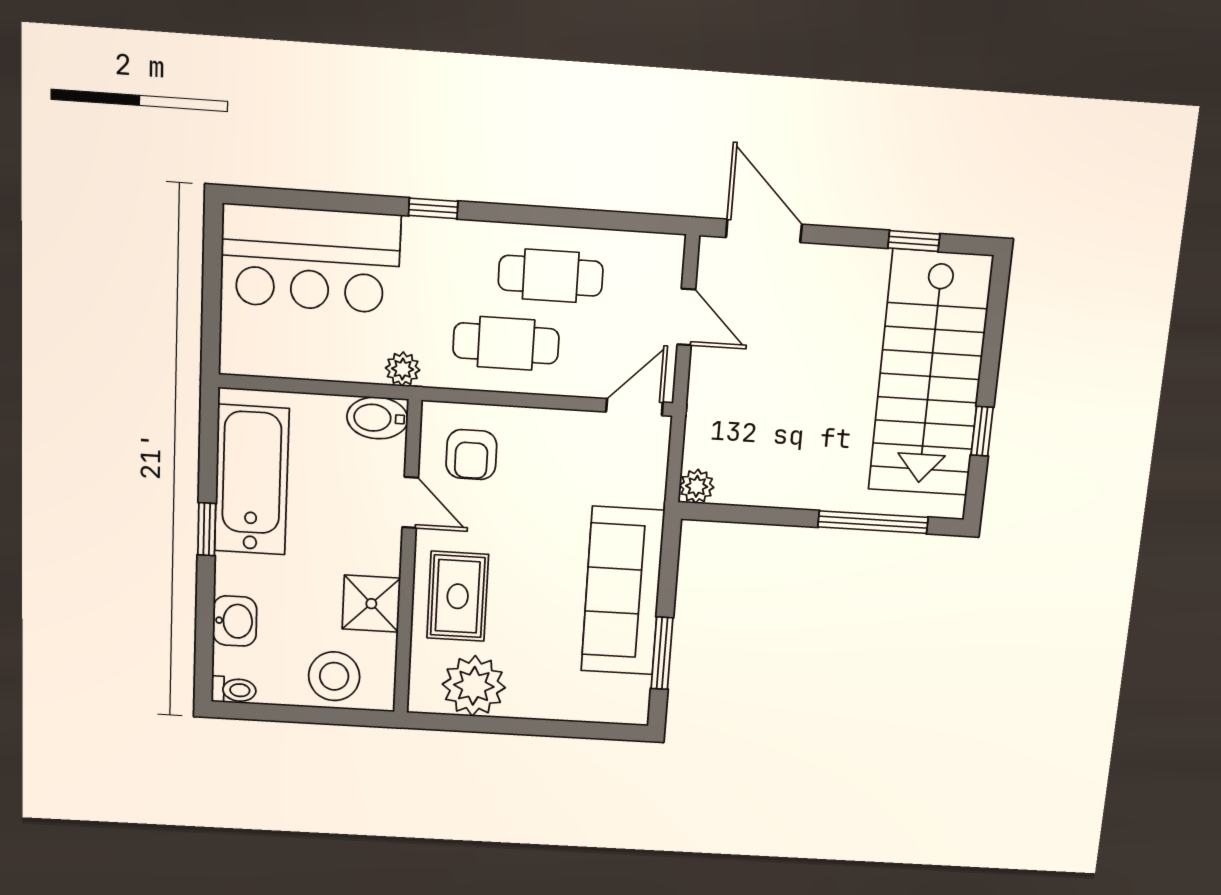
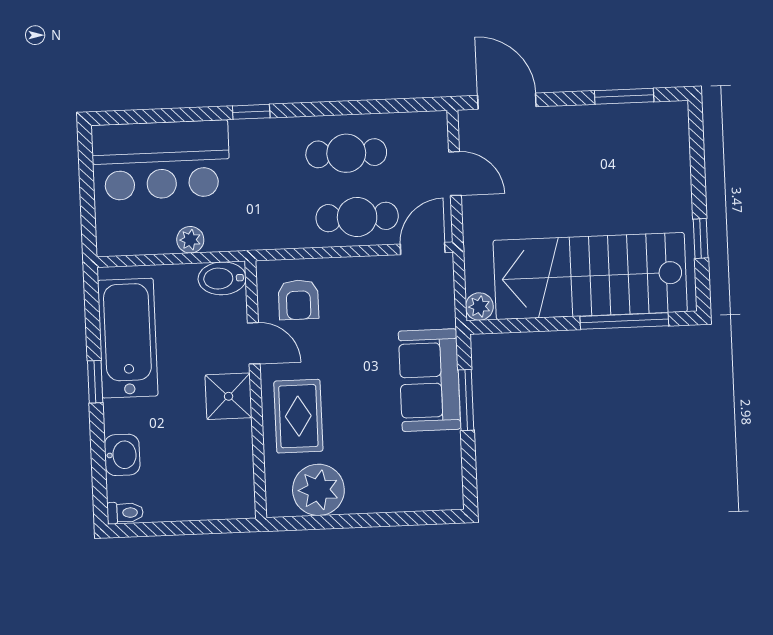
window: (914, 241) -> (624, 96), width x1.50
cafe table: (506, 343) -> (357, 217), moved
plant: (403, 369) -> (190, 240), moved
stairs: (930, 373) -> (590, 276), moved, turned 90
sofa: (623, 591) -> (429, 380), width x0.73
shower: (371, 604) -> (229, 396), moved
window: (662, 653) -> (466, 400), moved
stool: (334, 676) -> (205, 493), removed

